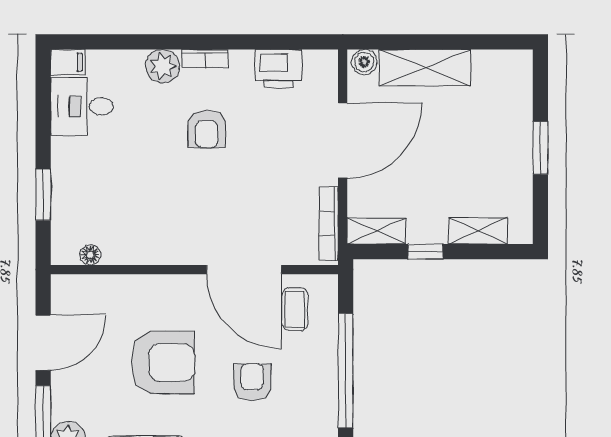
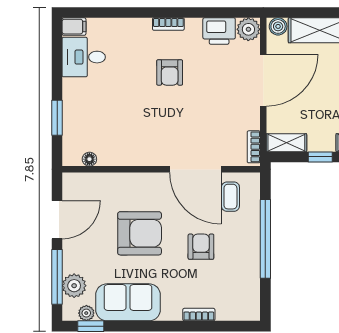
plant: (163, 66) -> (248, 29), moved
bookcase: (329, 224) -> (254, 147), width x0.64

